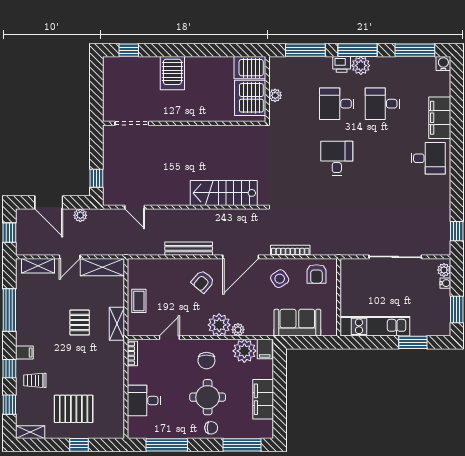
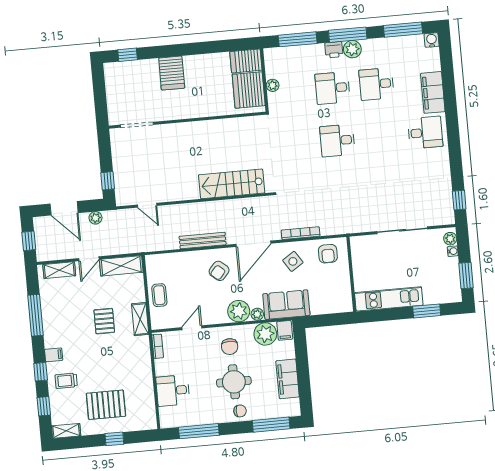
desk: (337, 158) -> (337, 141), turned -90
sofa: (297, 323) -> (286, 305), moved

